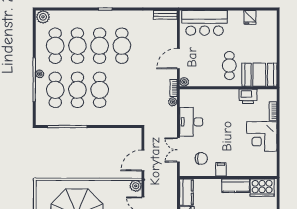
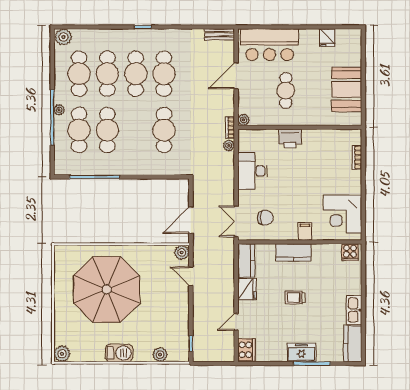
door: (178, 59) -> (236, 76), moved
cafe table: (229, 66) -> (286, 90), moved
booth: (259, 75) -> (347, 89), moved, turned 90
cafe table: (100, 90) -> (164, 130), moved
printer: (248, 96) -> (290, 138), moved
corner desk: (262, 136) -> (343, 214), moved
double door: (178, 150) -> (236, 221), moved
filing cabinet: (221, 169) -> (305, 231), moved
kitchen counter: (236, 186) -> (293, 252), moved
cooker: (262, 188) -> (350, 252), width x0.53, depth x0.76

